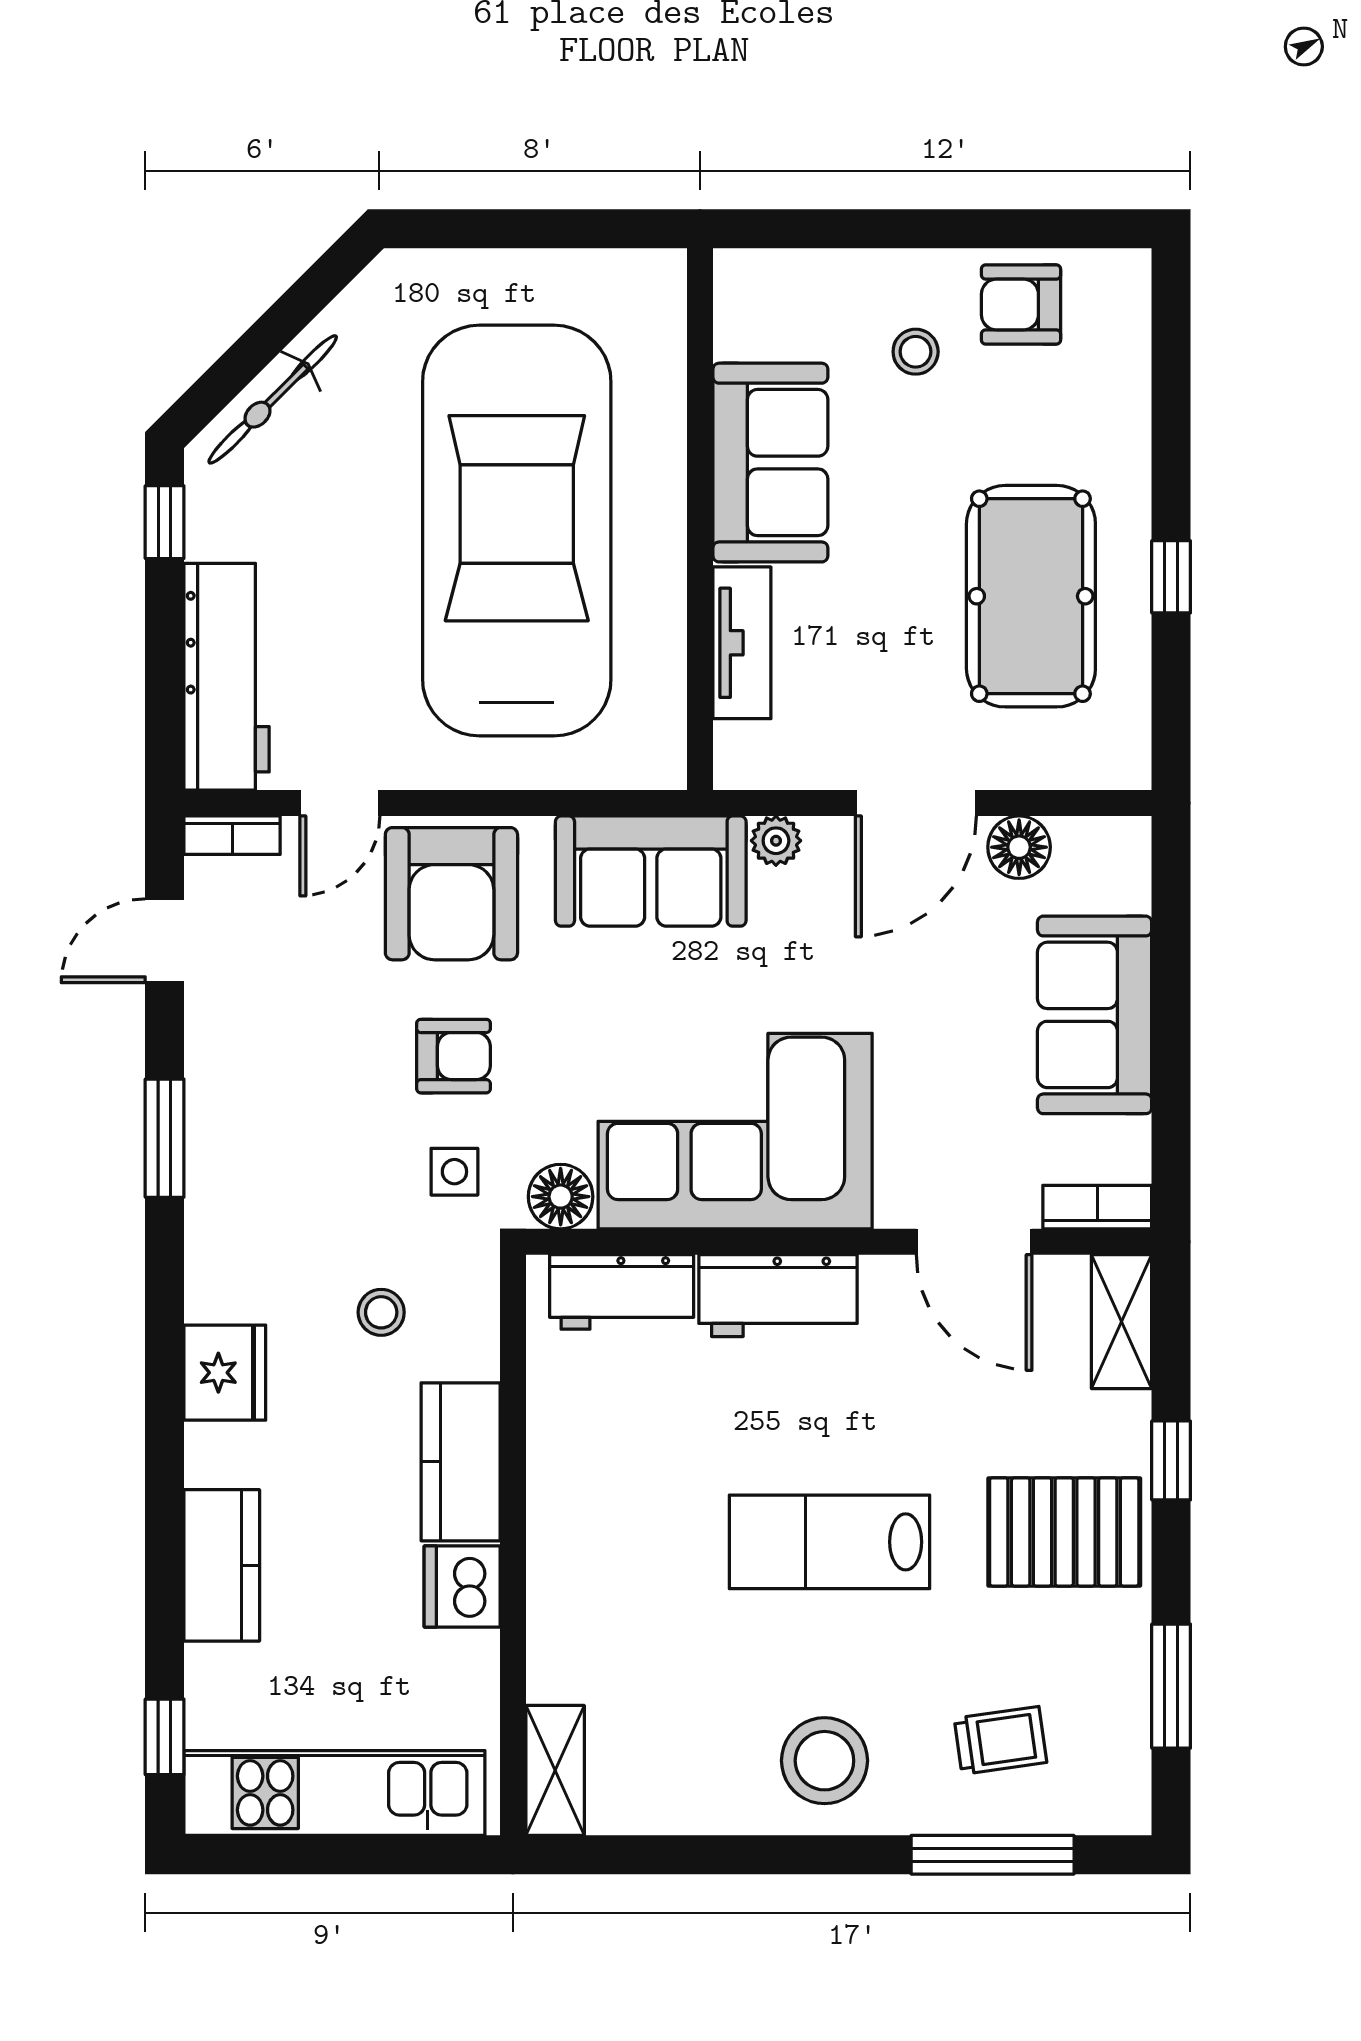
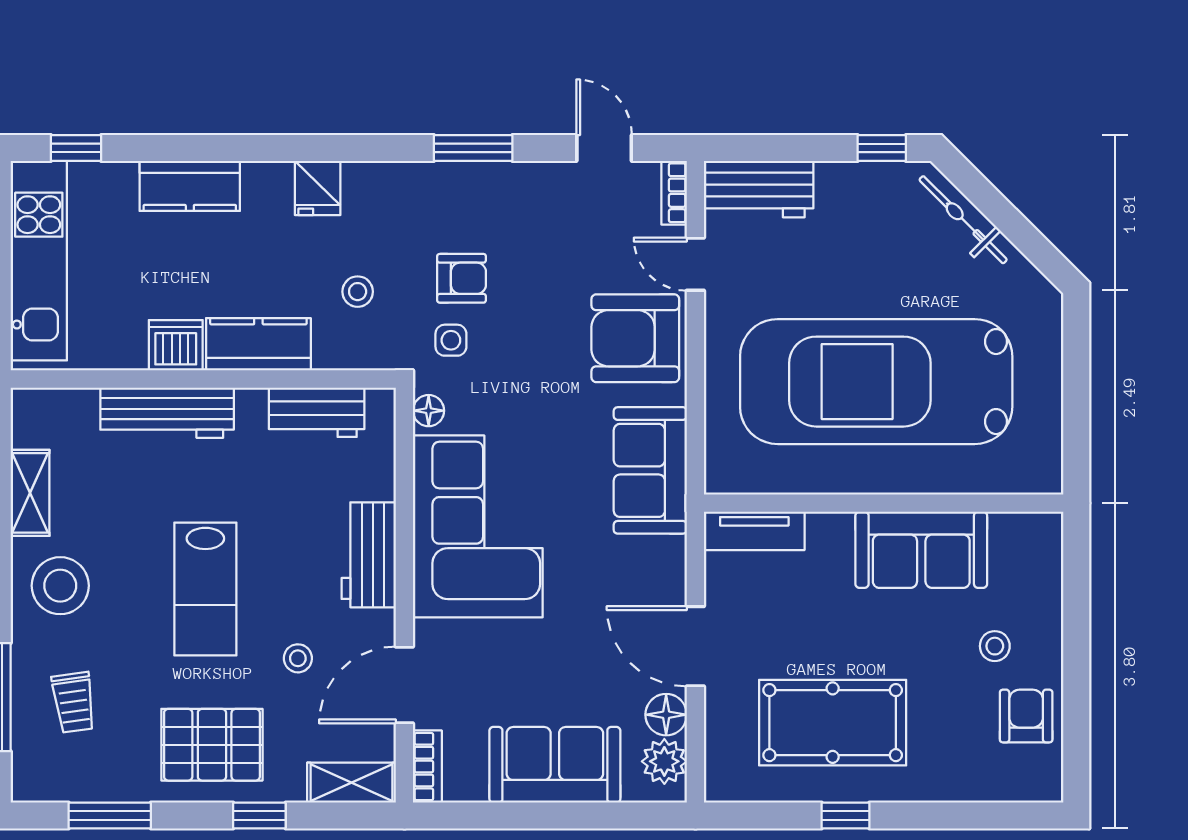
car: (517, 531) -> (876, 382), turned 180
tv unit: (742, 643) -> (754, 531), moved
workbench: (227, 677) -> (759, 189), width x0.73
plant: (776, 841) -> (664, 761), moved, width x1.38, depth x1.38
armchair: (454, 1056) -> (462, 278), moved, turned -90
floor lamp: (561, 1197) -> (429, 411), width x0.73, depth x0.73
workbench: (622, 1292) -> (317, 412), moved, turned -90
fridge: (225, 1373) -> (318, 188), width x0.72
stool: (934, 1402) -> (298, 658), added
pallet: (1064, 1532) -> (212, 745), turned 90
lab bench: (829, 1542) -> (205, 589), turned 180
workbench: (564, 1600) -> (167, 413), added
shelving: (555, 1770) -> (30, 493), moved, turned 90

